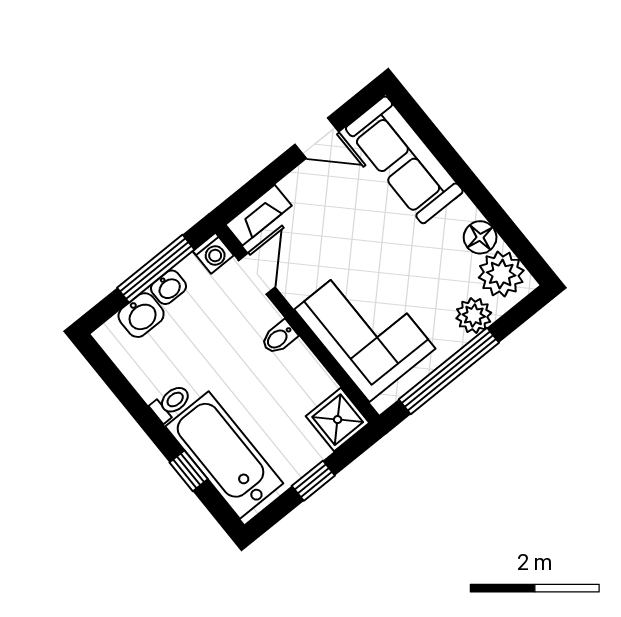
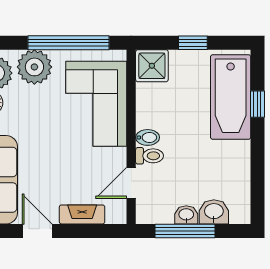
fireplace: (259, 215) -> (82, 214), moved
washing machine: (213, 253) -> (146, 214), removed
plant: (474, 315) -> (34, 67), width x1.36, depth x1.36
toilet: (171, 403) -> (150, 156), moved, turned 180

